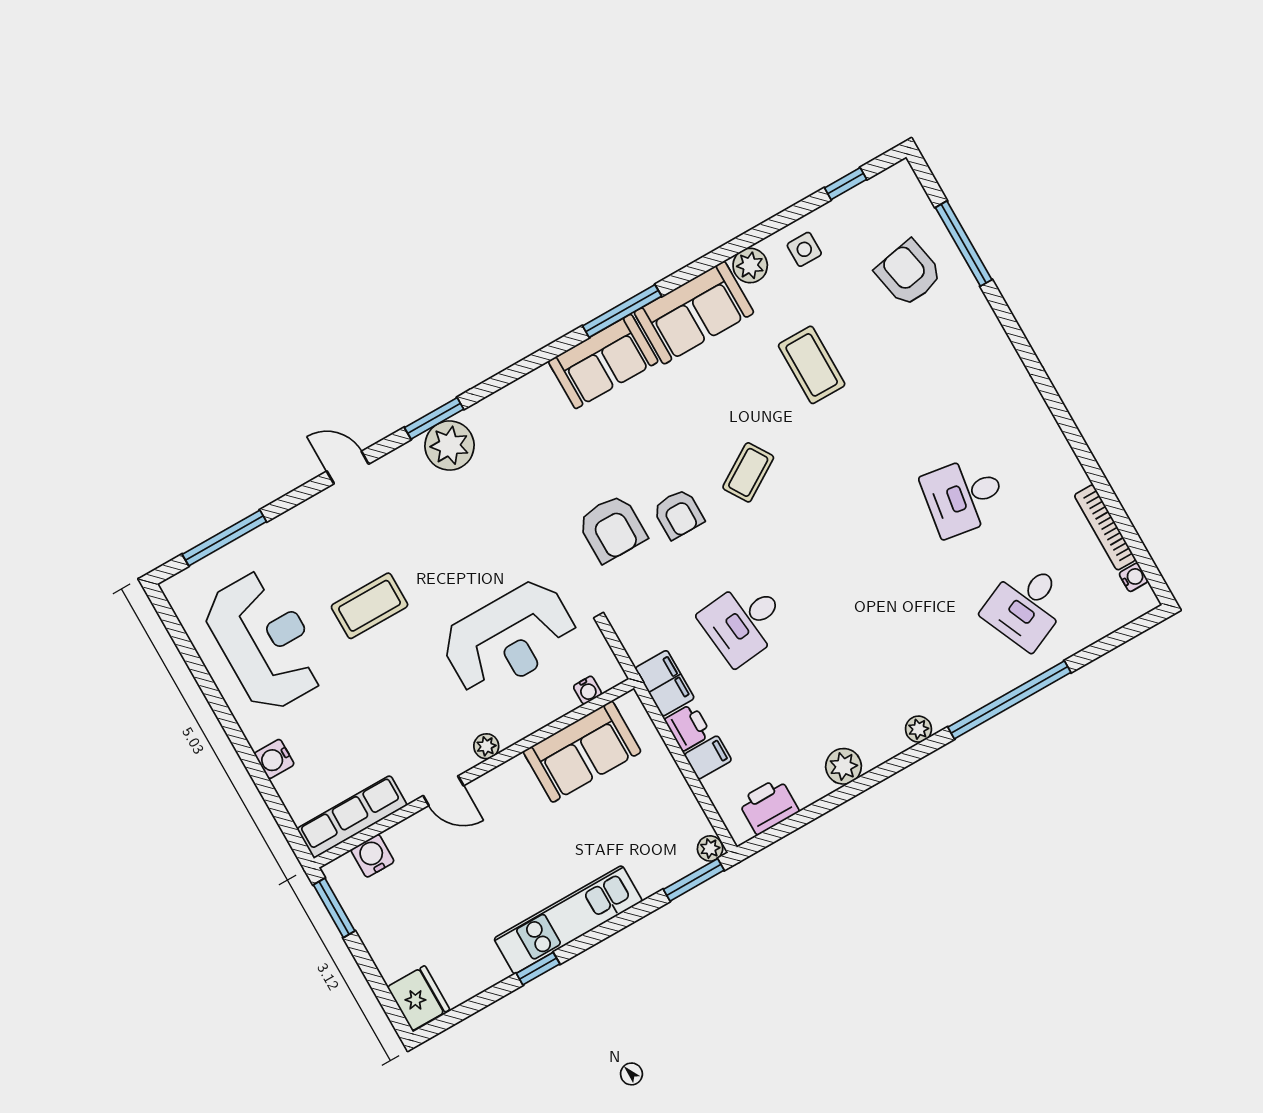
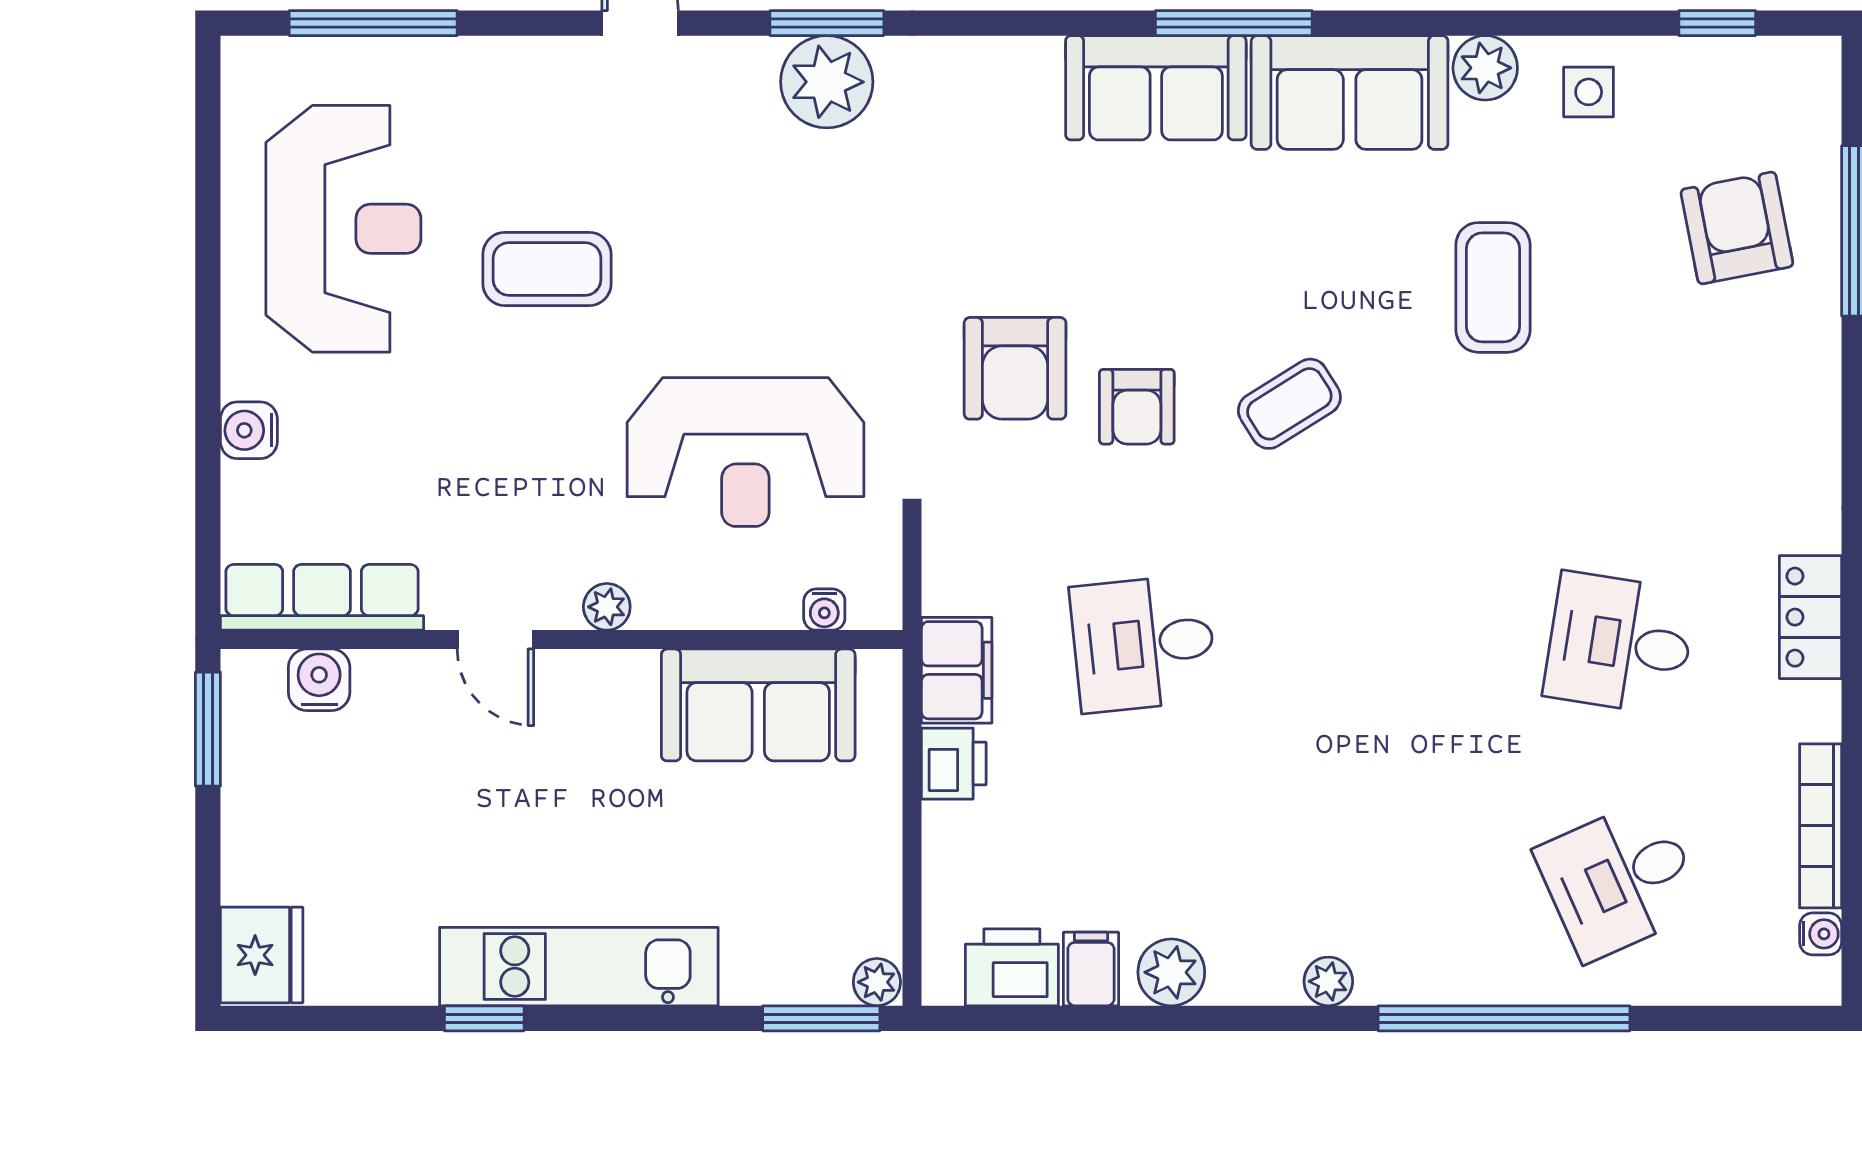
locker: (1045, 434) -> (1810, 617), added
filing cabinet: (708, 757) -> (1091, 969), moved, turned -90

